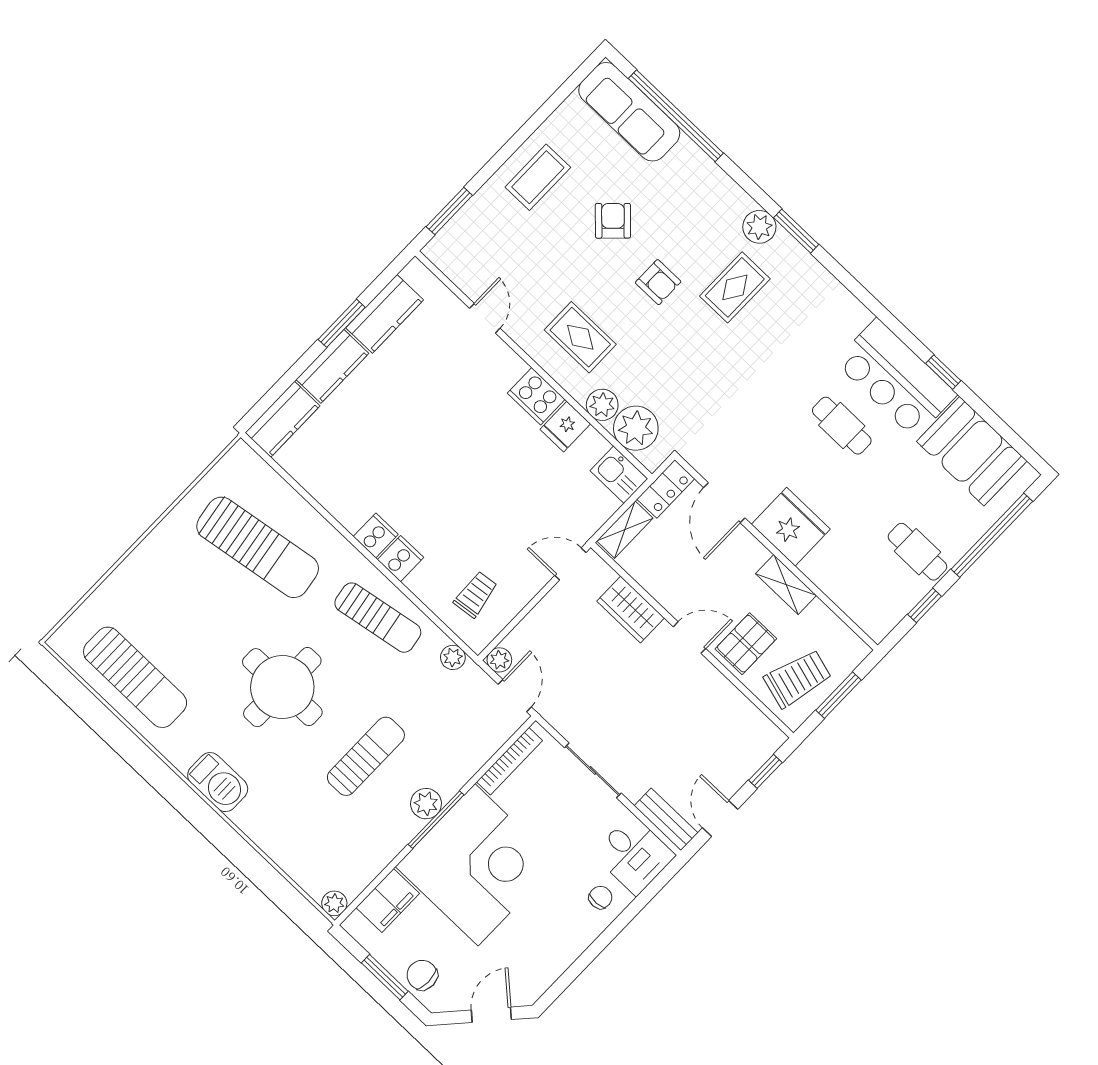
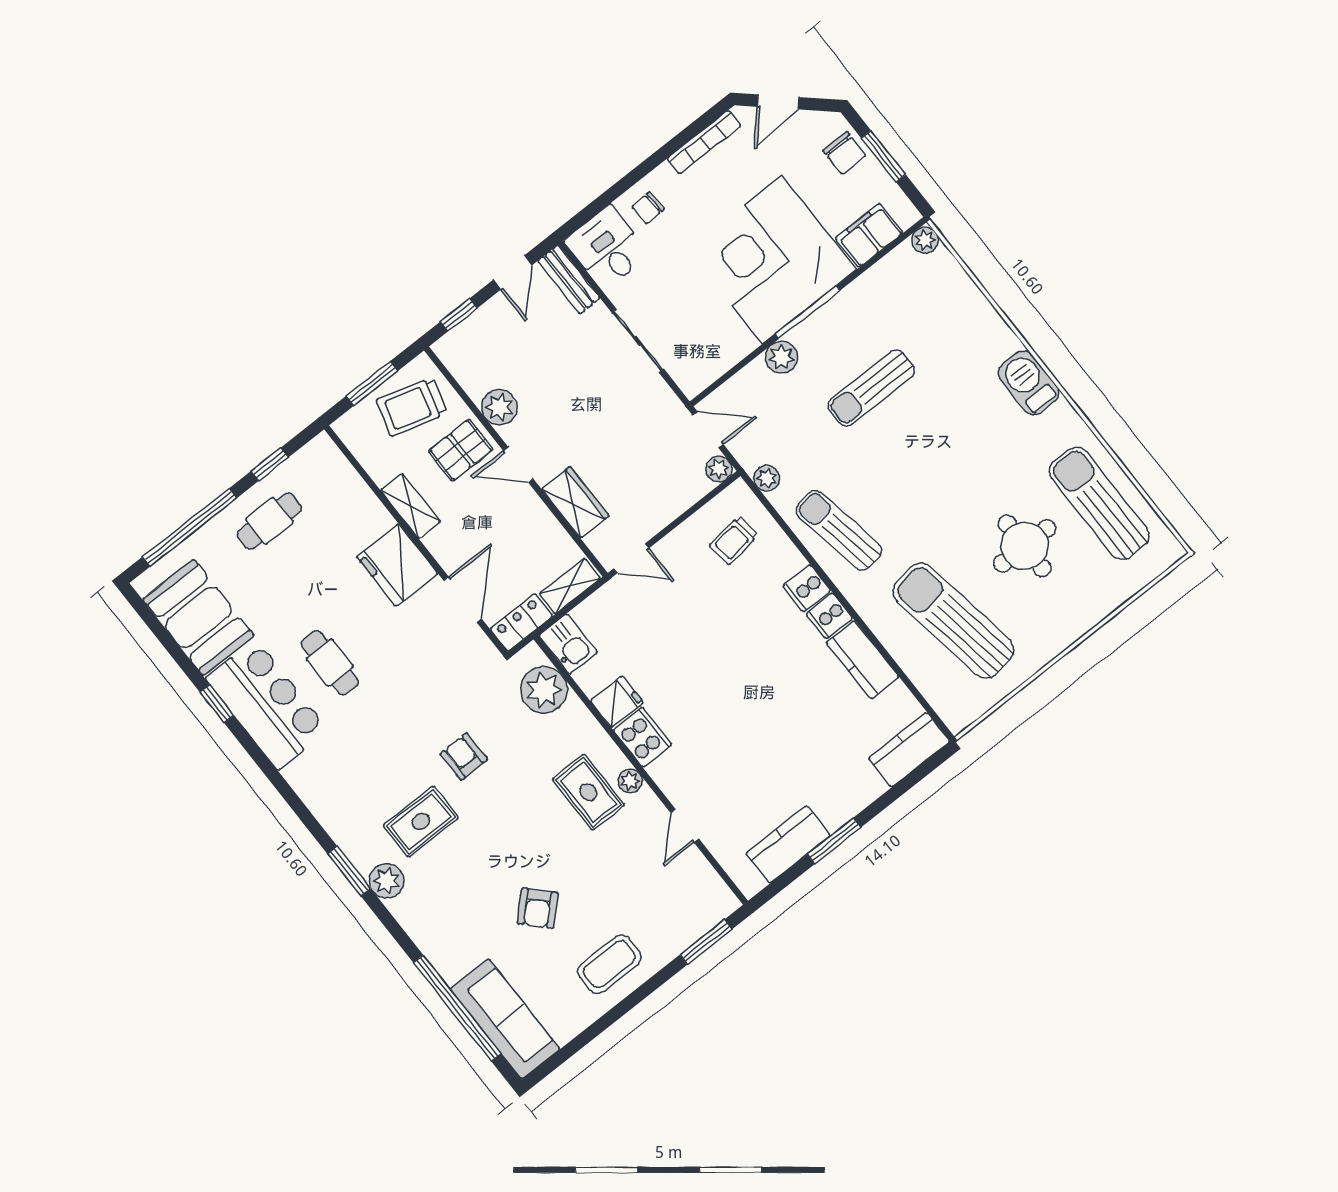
armchair: (658, 282) -> (464, 757), moved
kitchen counter: (332, 366) -> (863, 660), moved, turned -90
plant: (602, 405) -> (630, 781), moved, width x0.73, depth x0.73
cafe table: (917, 552) -> (269, 521), turned 90
round table: (282, 687) -> (1025, 546), moved, width x0.73, depth x0.73
plant: (715, 689) -> (499, 407), added
door: (515, 696) -> (708, 430), swing flipped
bookcase: (510, 761) -> (704, 142), moved, turned 180
plant: (426, 804) -> (781, 357), moved

